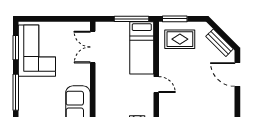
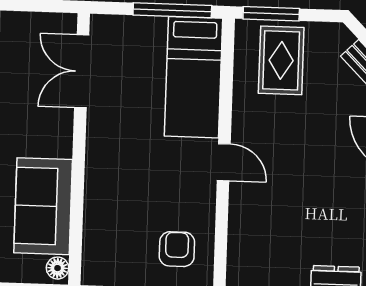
rug: (180, 39) -> (281, 60), turned 90

